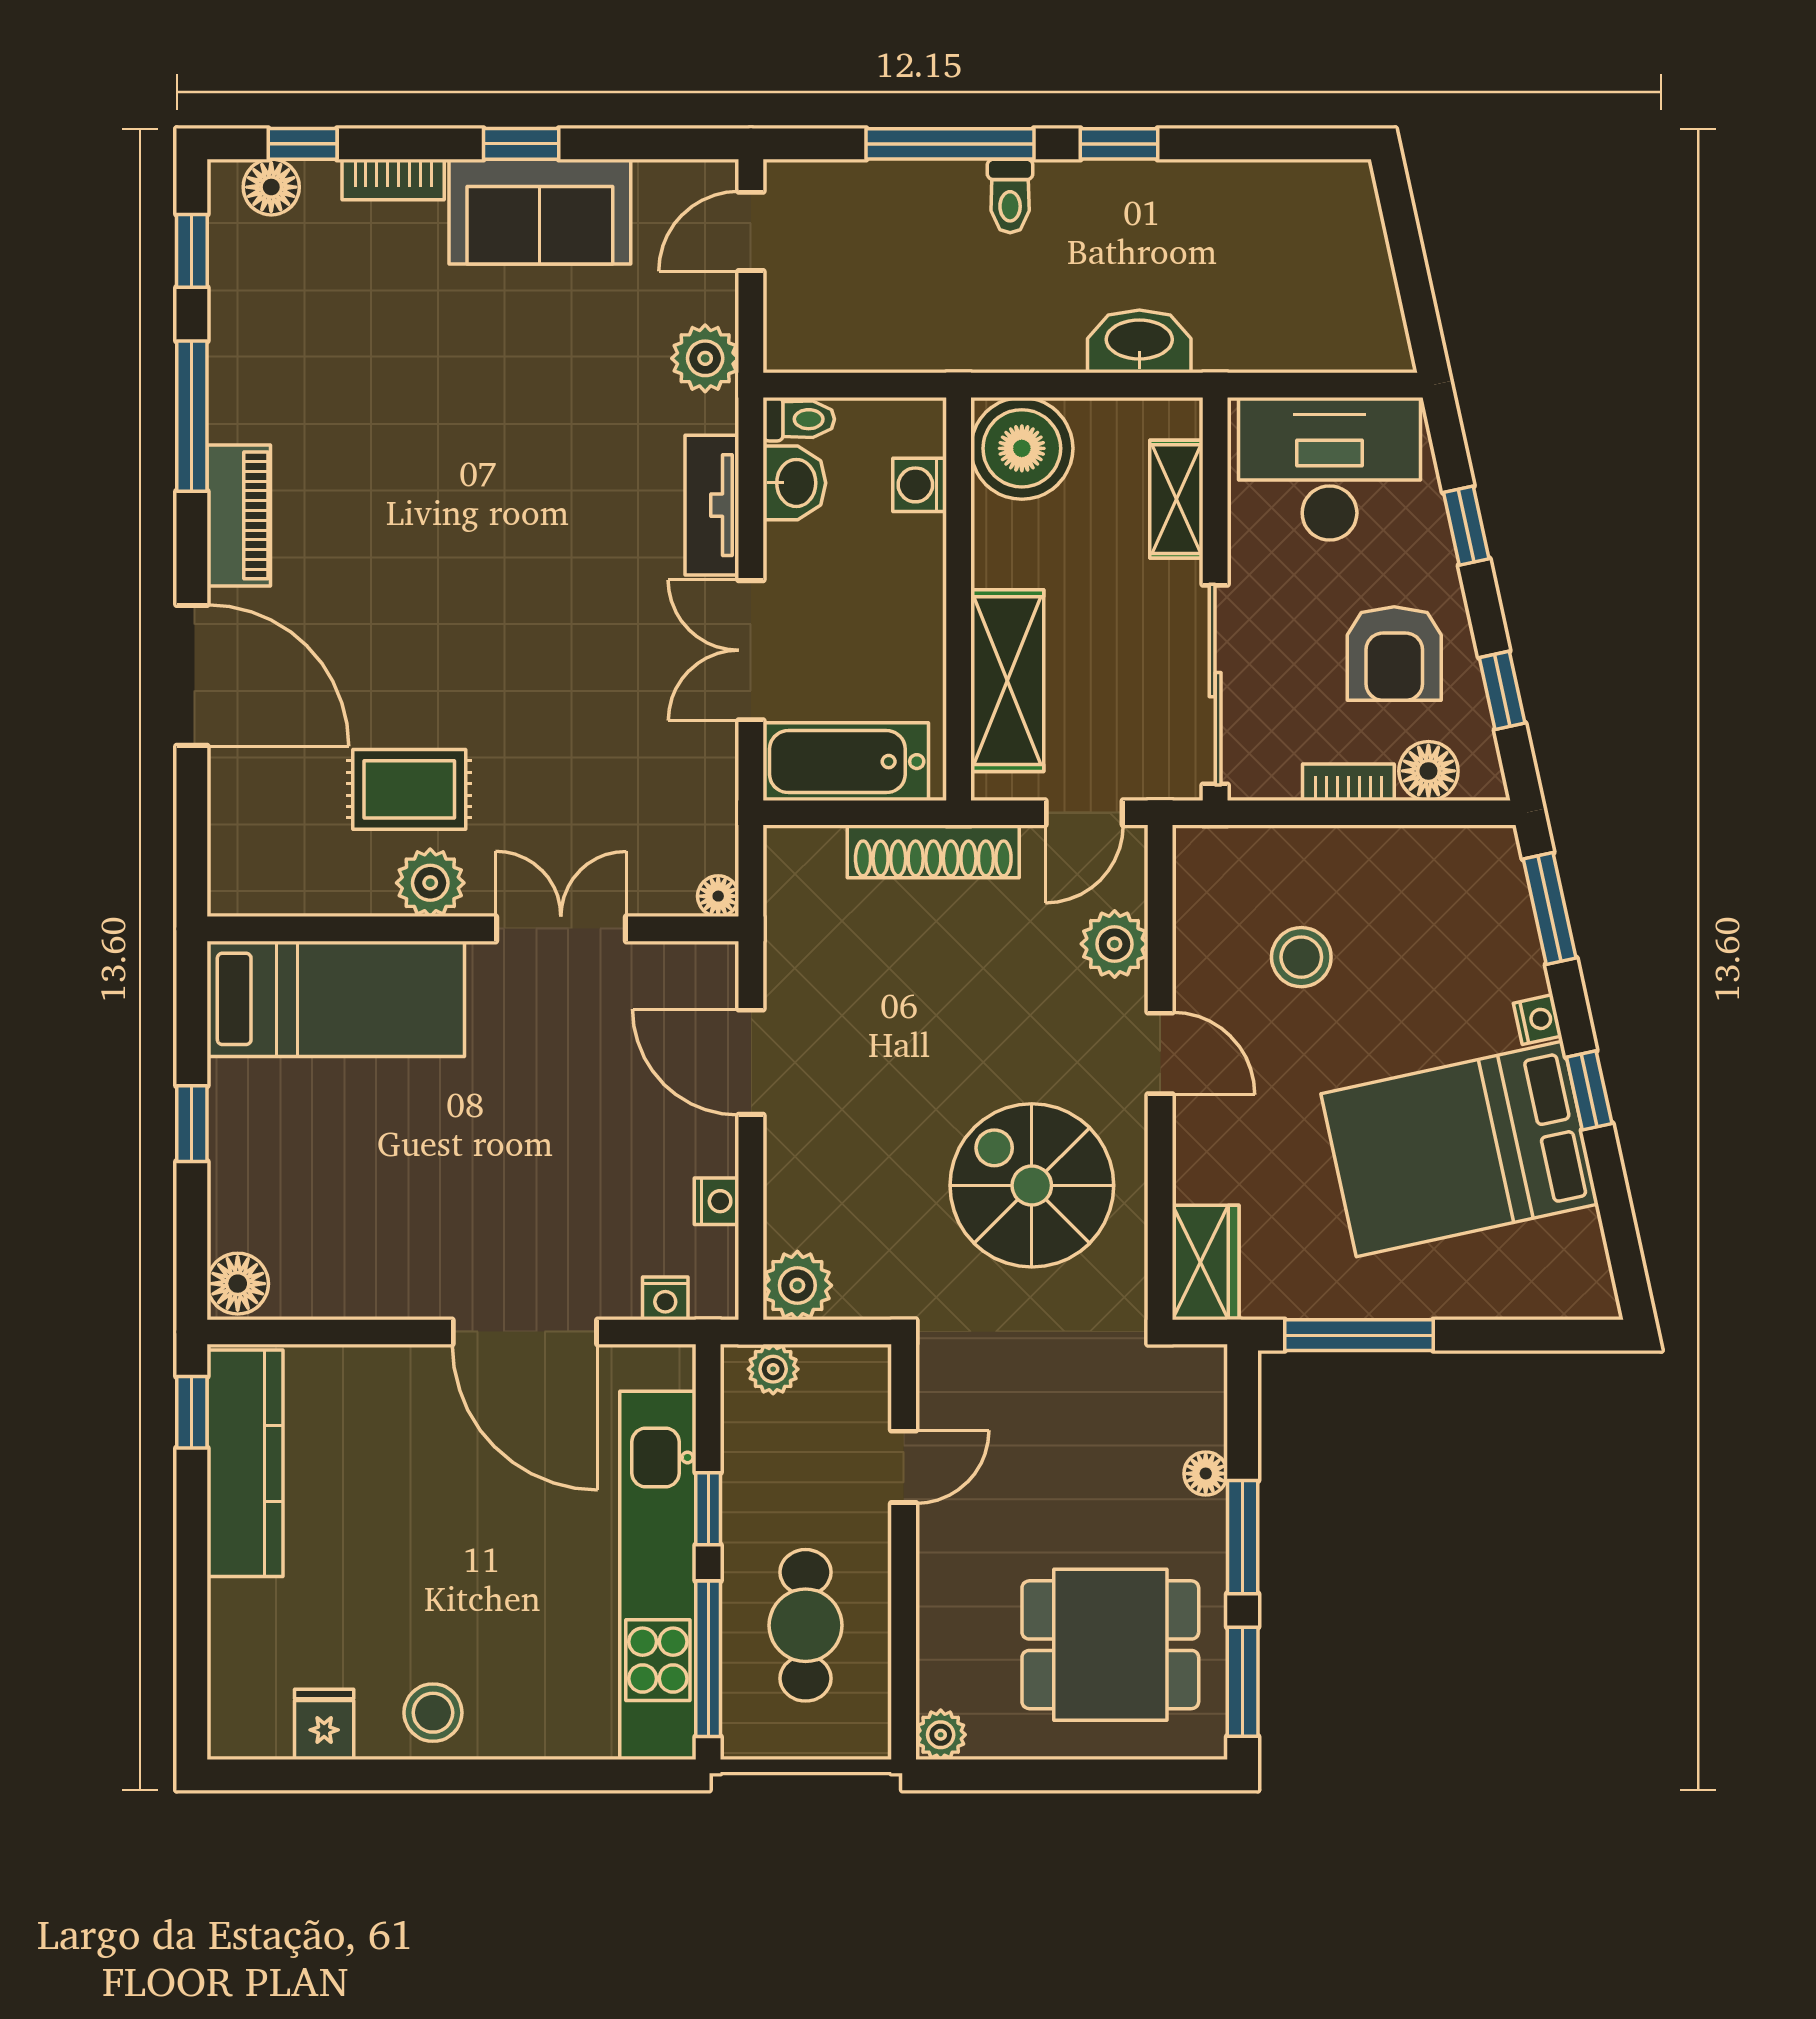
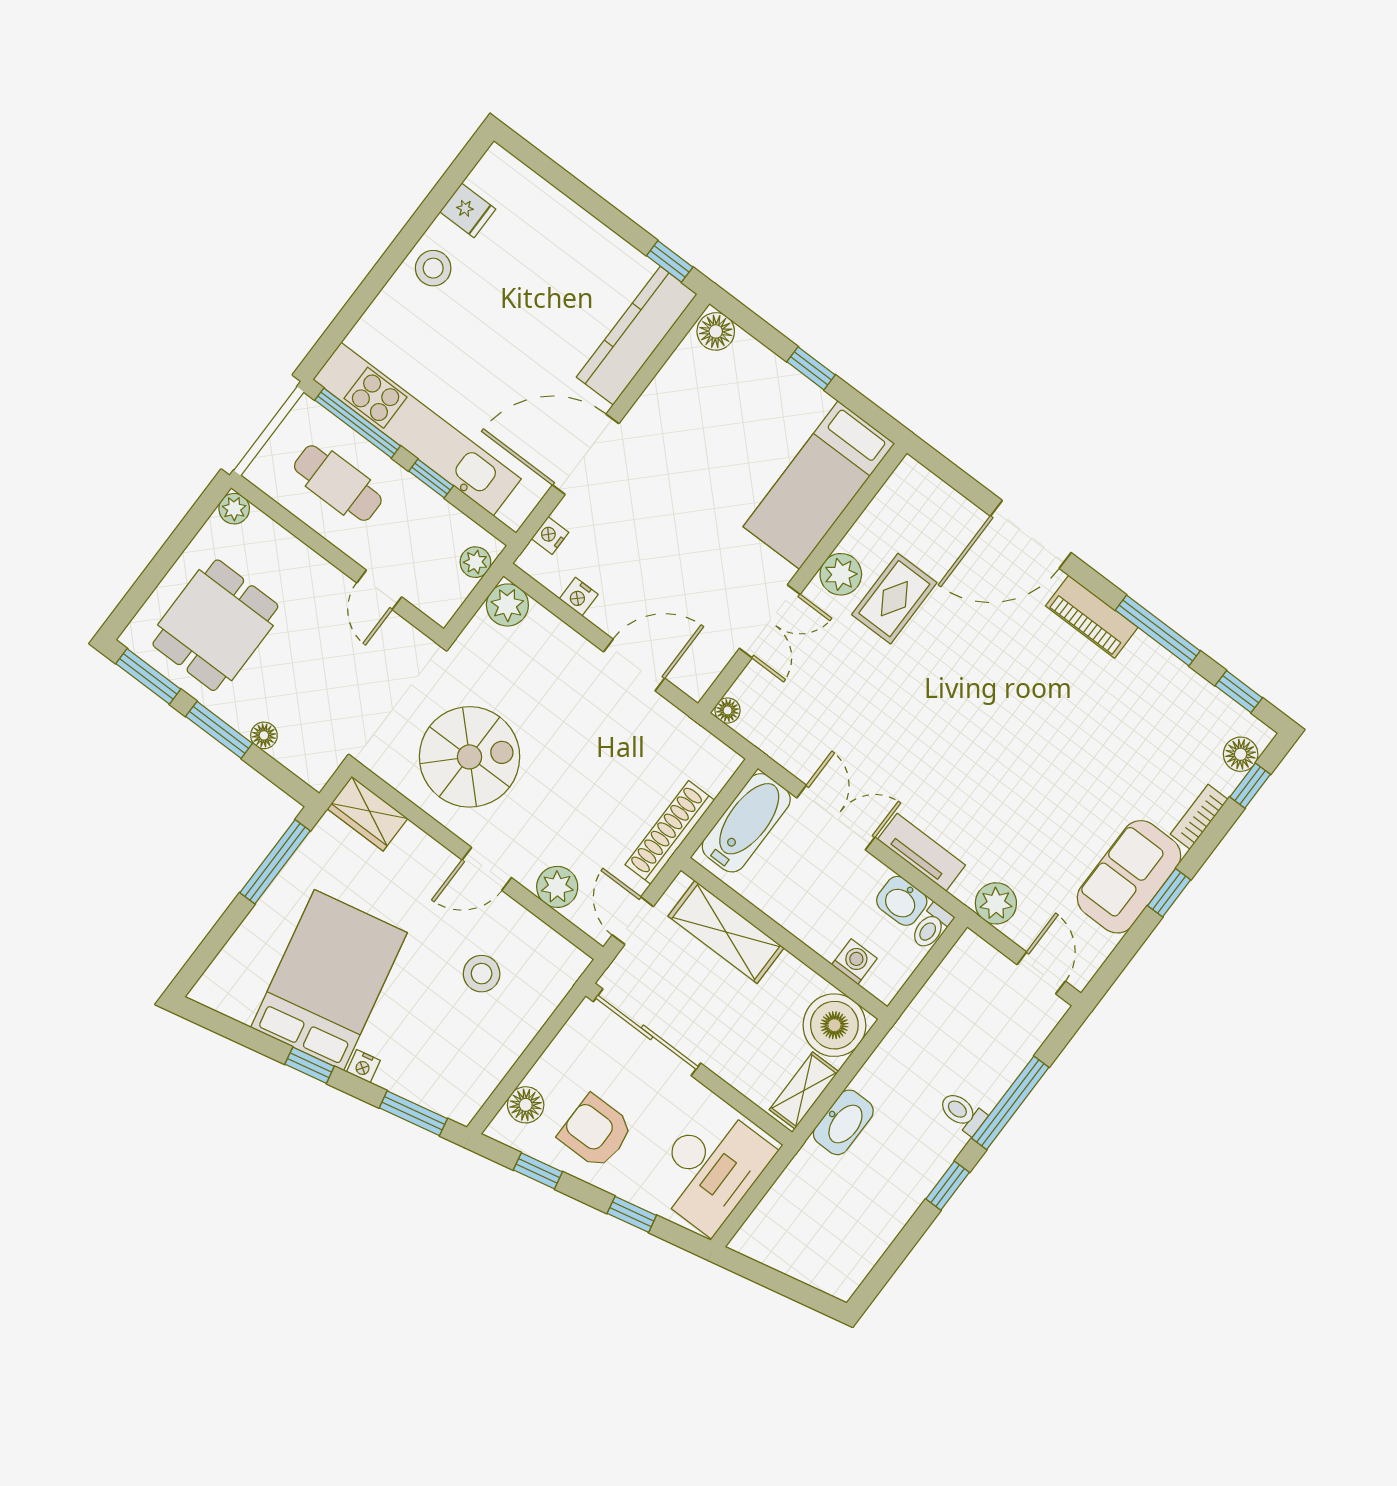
shelving: (1176, 499) -> (804, 1091), moved, turned 90
bookcase: (1348, 782) -> (550, 1061), removed
kitchen counter: (245, 1463) -> (637, 336), moved, turned 90

